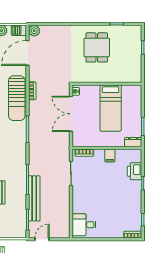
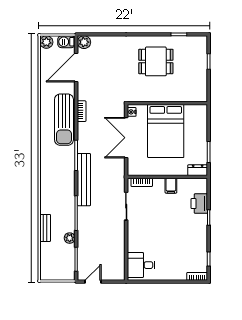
dining table: (97, 47) -> (156, 61), turned 90
bed: (111, 108) -> (166, 131), width x1.50
bench: (34, 198) -> (84, 180), moved
plant: (22, 201) -> (70, 238), added

